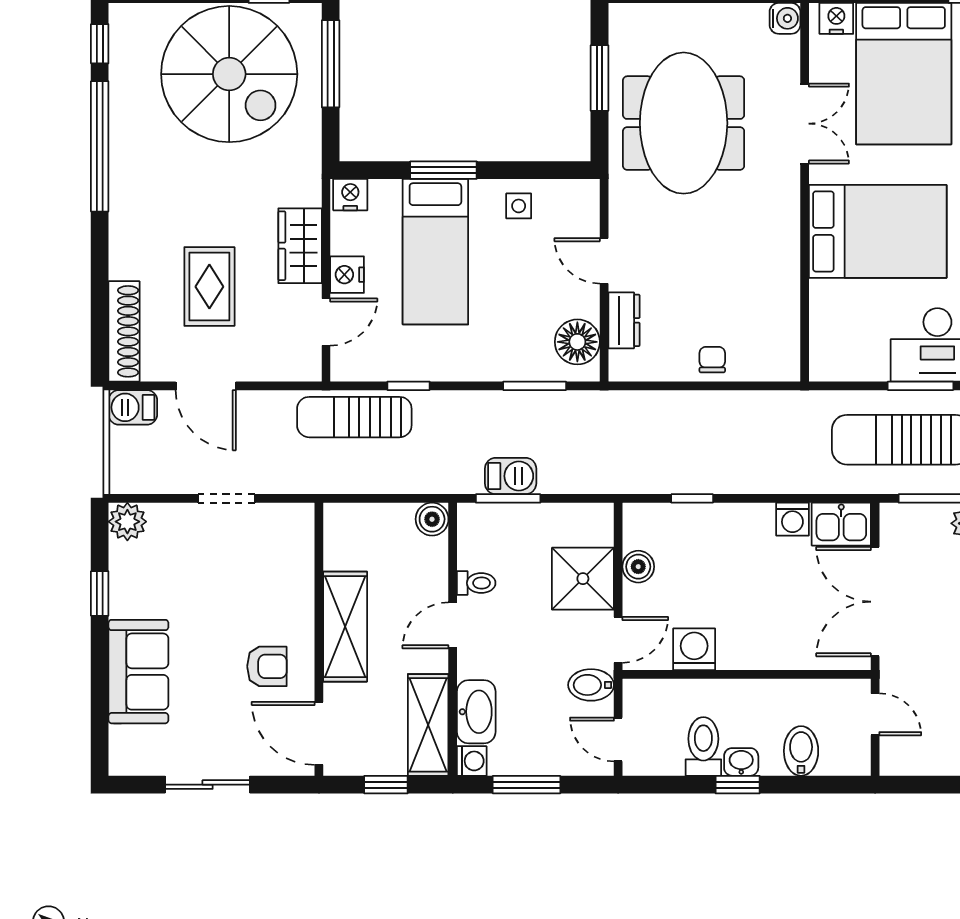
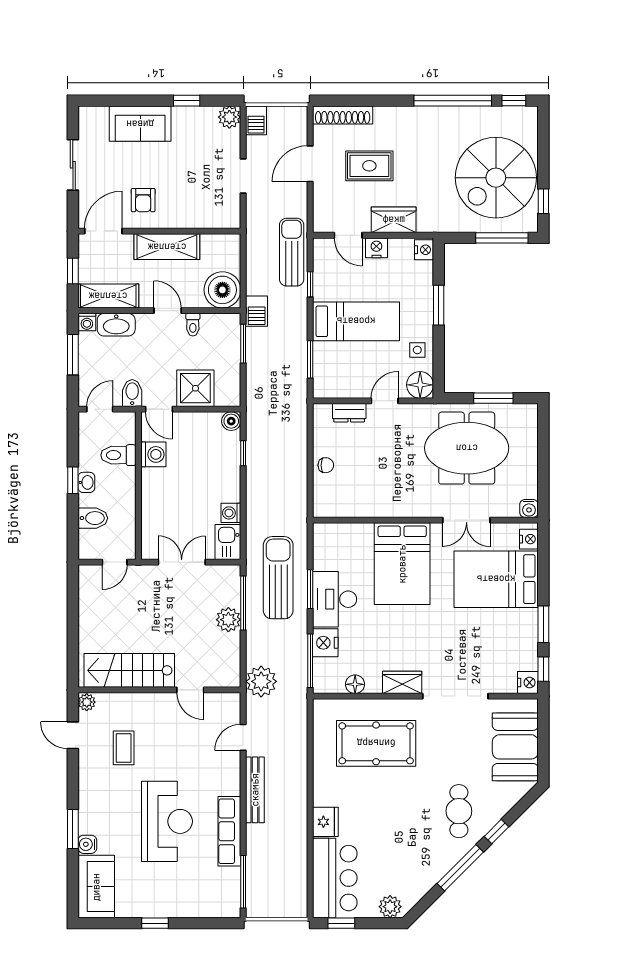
bed: (435, 252) -> (356, 321), moved, turned 180
floor lamp: (577, 342) -> (420, 385), moved
barbecue: (133, 407) -> (256, 120), moved, turned 180
barbecue: (511, 476) -> (257, 311), moved
boiler: (432, 519) -> (222, 290), width x1.86, depth x1.86
boiler: (638, 567) -> (231, 421), moved
double door: (875, 602) -> (182, 562), width x0.73
toilet: (703, 746) -> (118, 455), moved, turned 180

